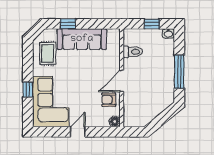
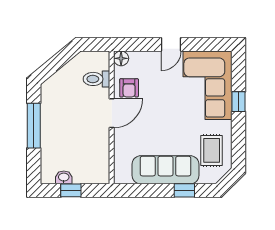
washbasin: (168, 33) -> (64, 177), moved
toilet: (133, 52) -> (96, 79), moved
armchair: (109, 100) -> (129, 88), turned 90

